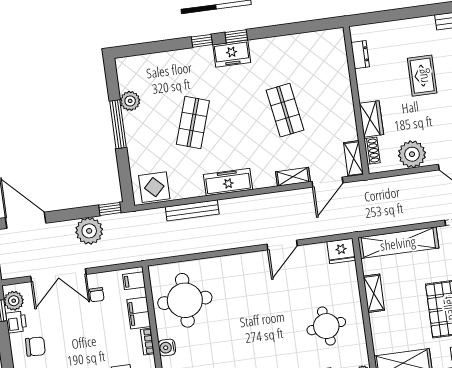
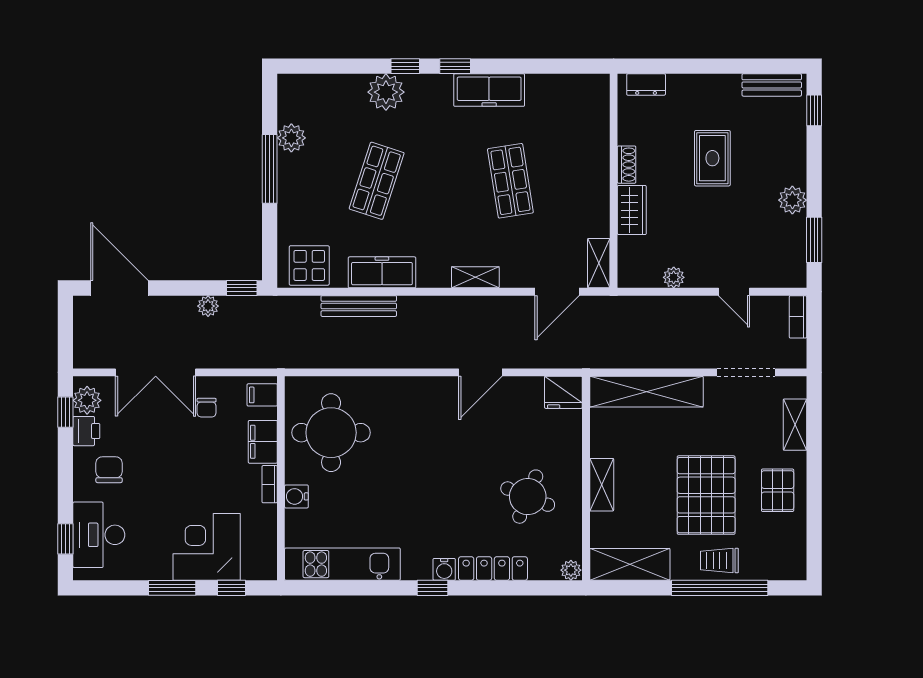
freezer: (232, 54) -> (489, 90), moved, width x1.40
dresser: (360, 55) -> (646, 84), moved, turned 90
plant: (191, 61) -> (386, 92), added
shoe rack: (372, 151) -> (627, 165), moved
plant: (412, 154) -> (674, 277), width x0.53, depth x0.53
shelving: (293, 177) -> (475, 277), moved
freezer: (228, 182) -> (382, 272), moved
plant: (89, 231) -> (208, 306), width x0.53, depth x0.53
shelving: (374, 293) -> (602, 485), moved
round table: (326, 326) -> (528, 497), turned 30
chair: (35, 347) -> (109, 470), turned -92

